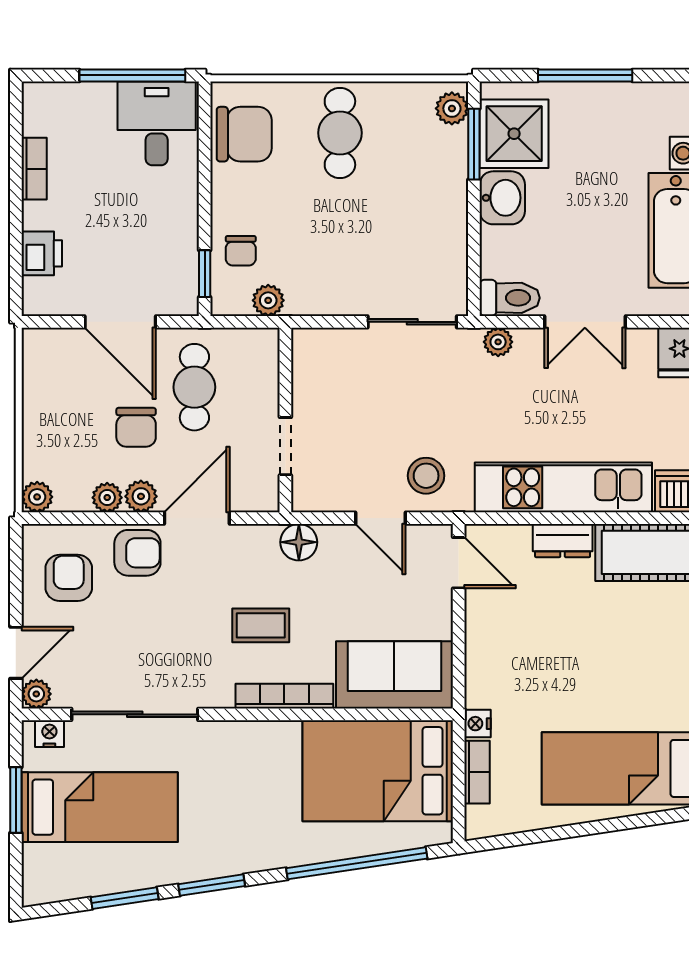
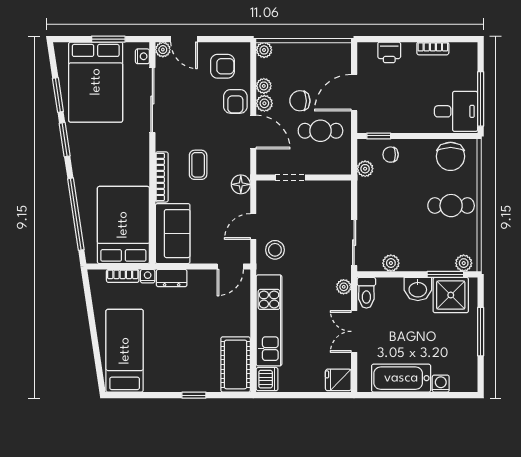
plant: (452, 250) -> (391, 263), added
dresser: (563, 541) -> (172, 278), moved, turned -90
bed: (100, 807) -> (96, 82), width x1.50

